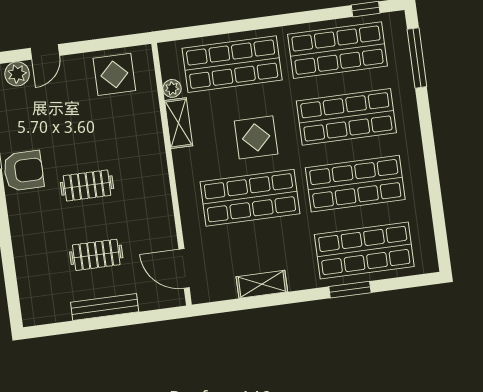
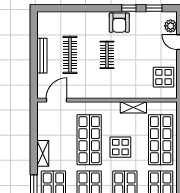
plant: (172, 88) -> (152, 106), removed
clothes rail: (96, 255) -> (70, 55), width x1.36
shelving: (262, 284) -> (43, 153), moved

